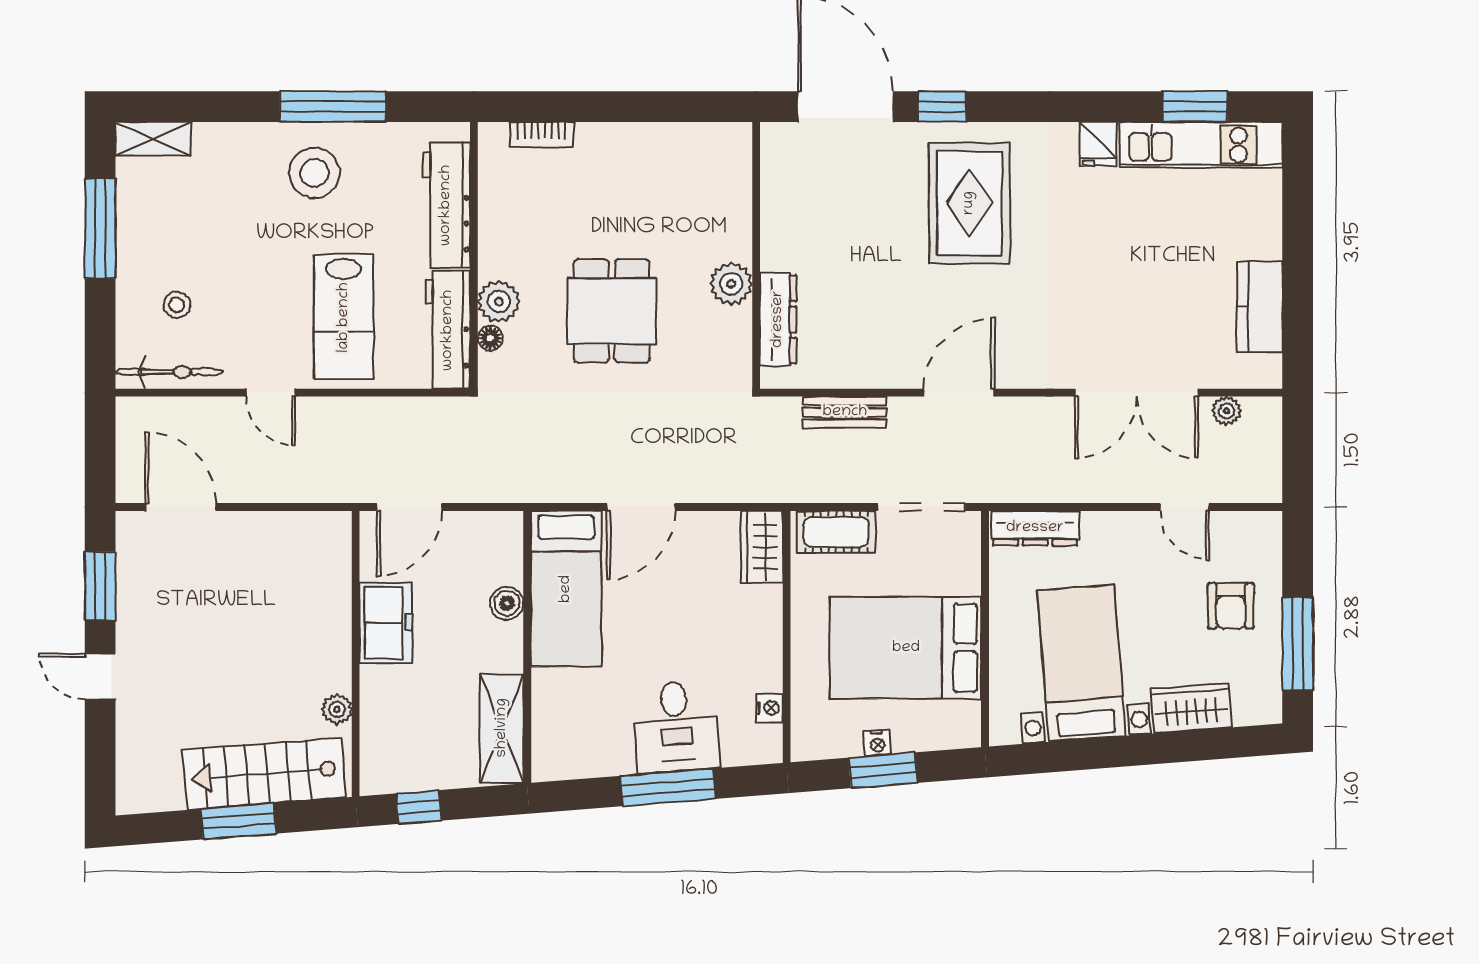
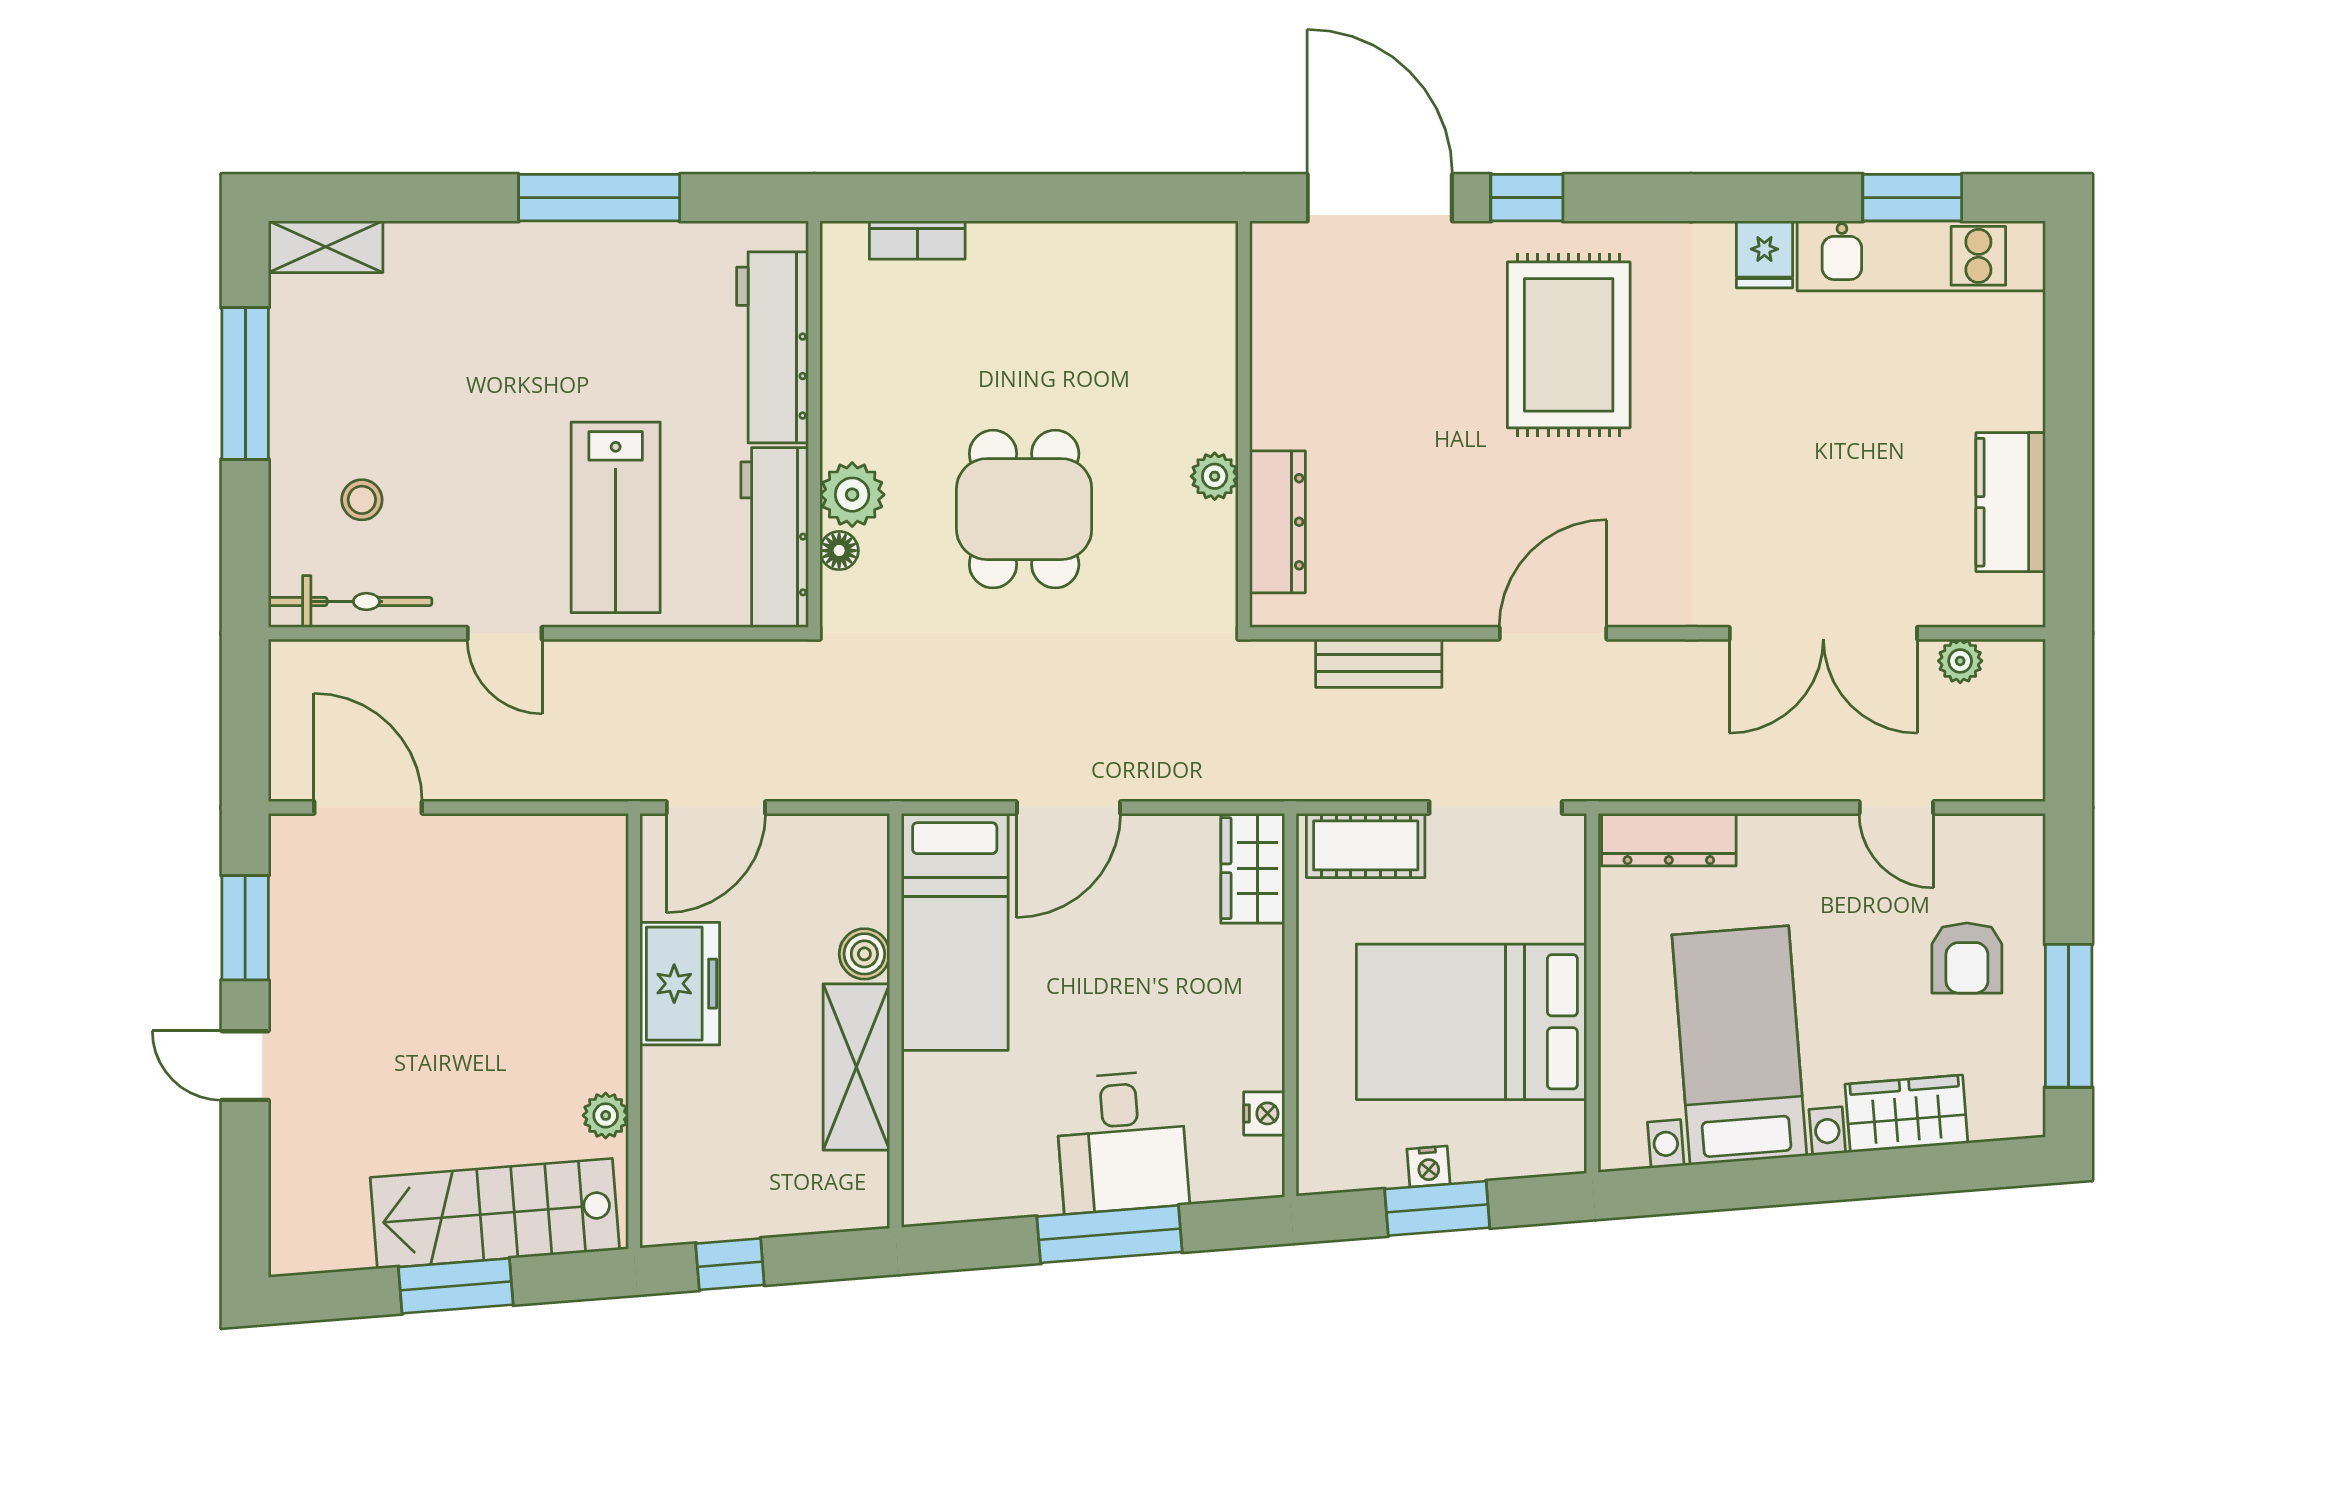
stool: (314, 173) -> (571, 299), removed
plant: (731, 284) -> (1215, 476), width x0.73, depth x0.73
shelving: (502, 728) -> (856, 1067), moved

